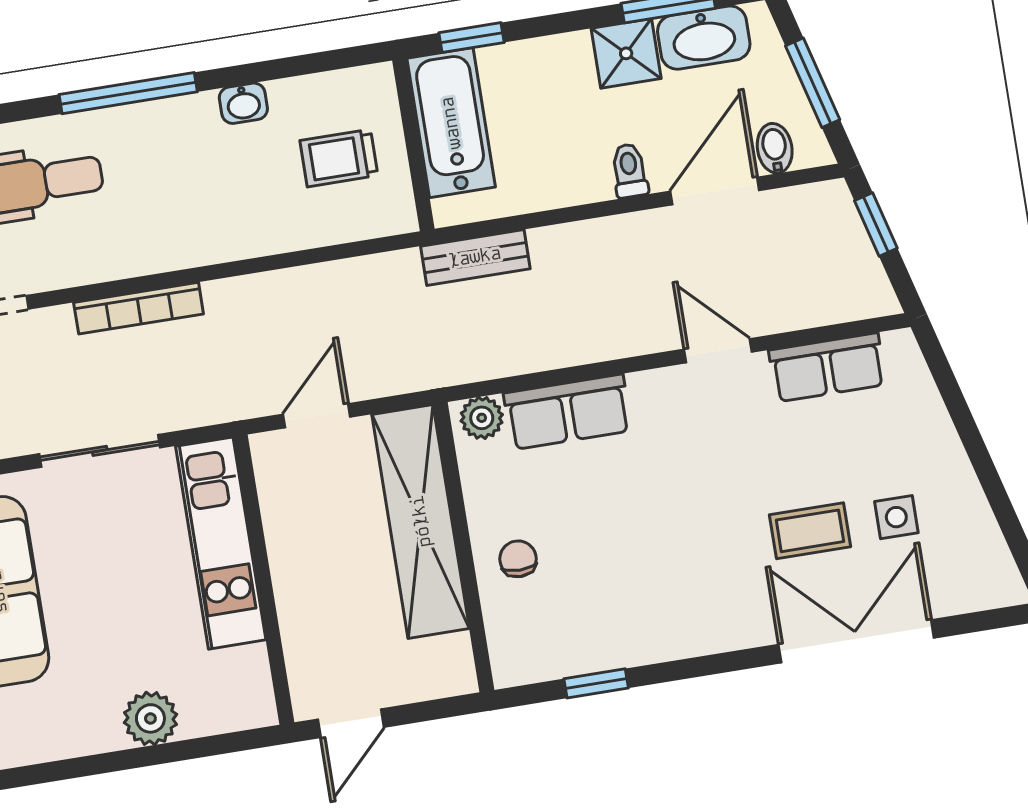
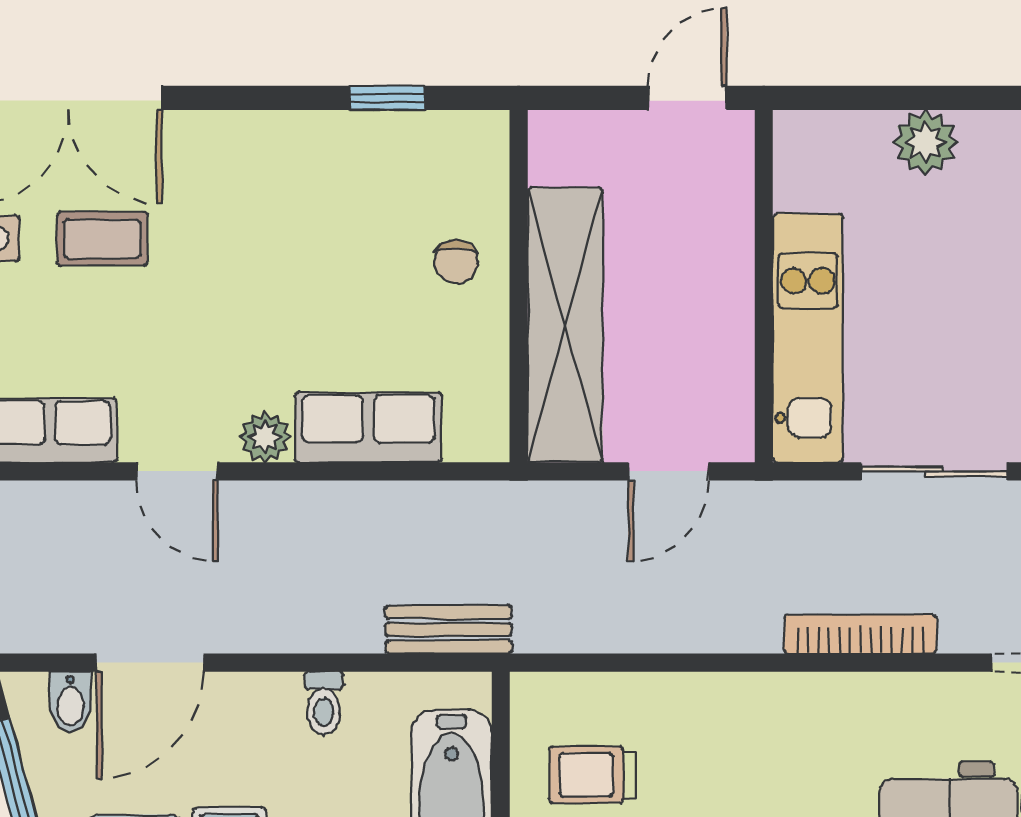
trolley: (339, 158) -> (592, 775), turned 180
toilet: (629, 171) -> (324, 703), moved
plant: (482, 418) -> (265, 437), moved

